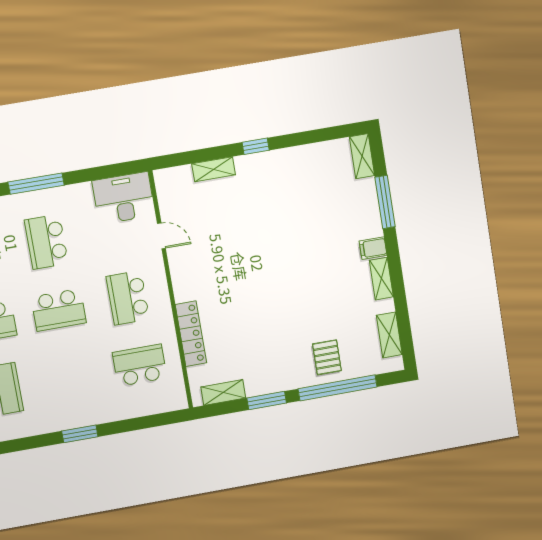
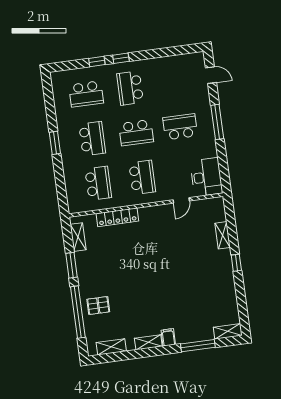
school desk: (128, 298) -> (142, 177), turned 90
school desk: (59, 310) -> (136, 133), turned -90
school desk: (71, 377) -> (92, 139), added

